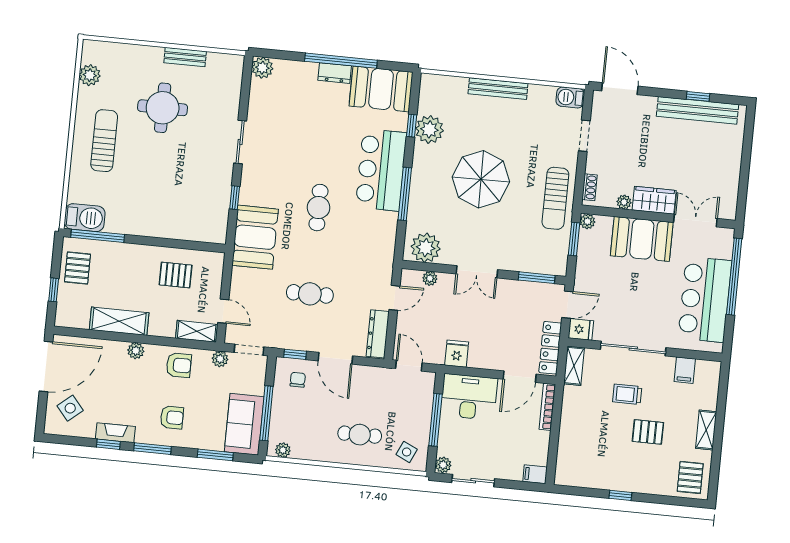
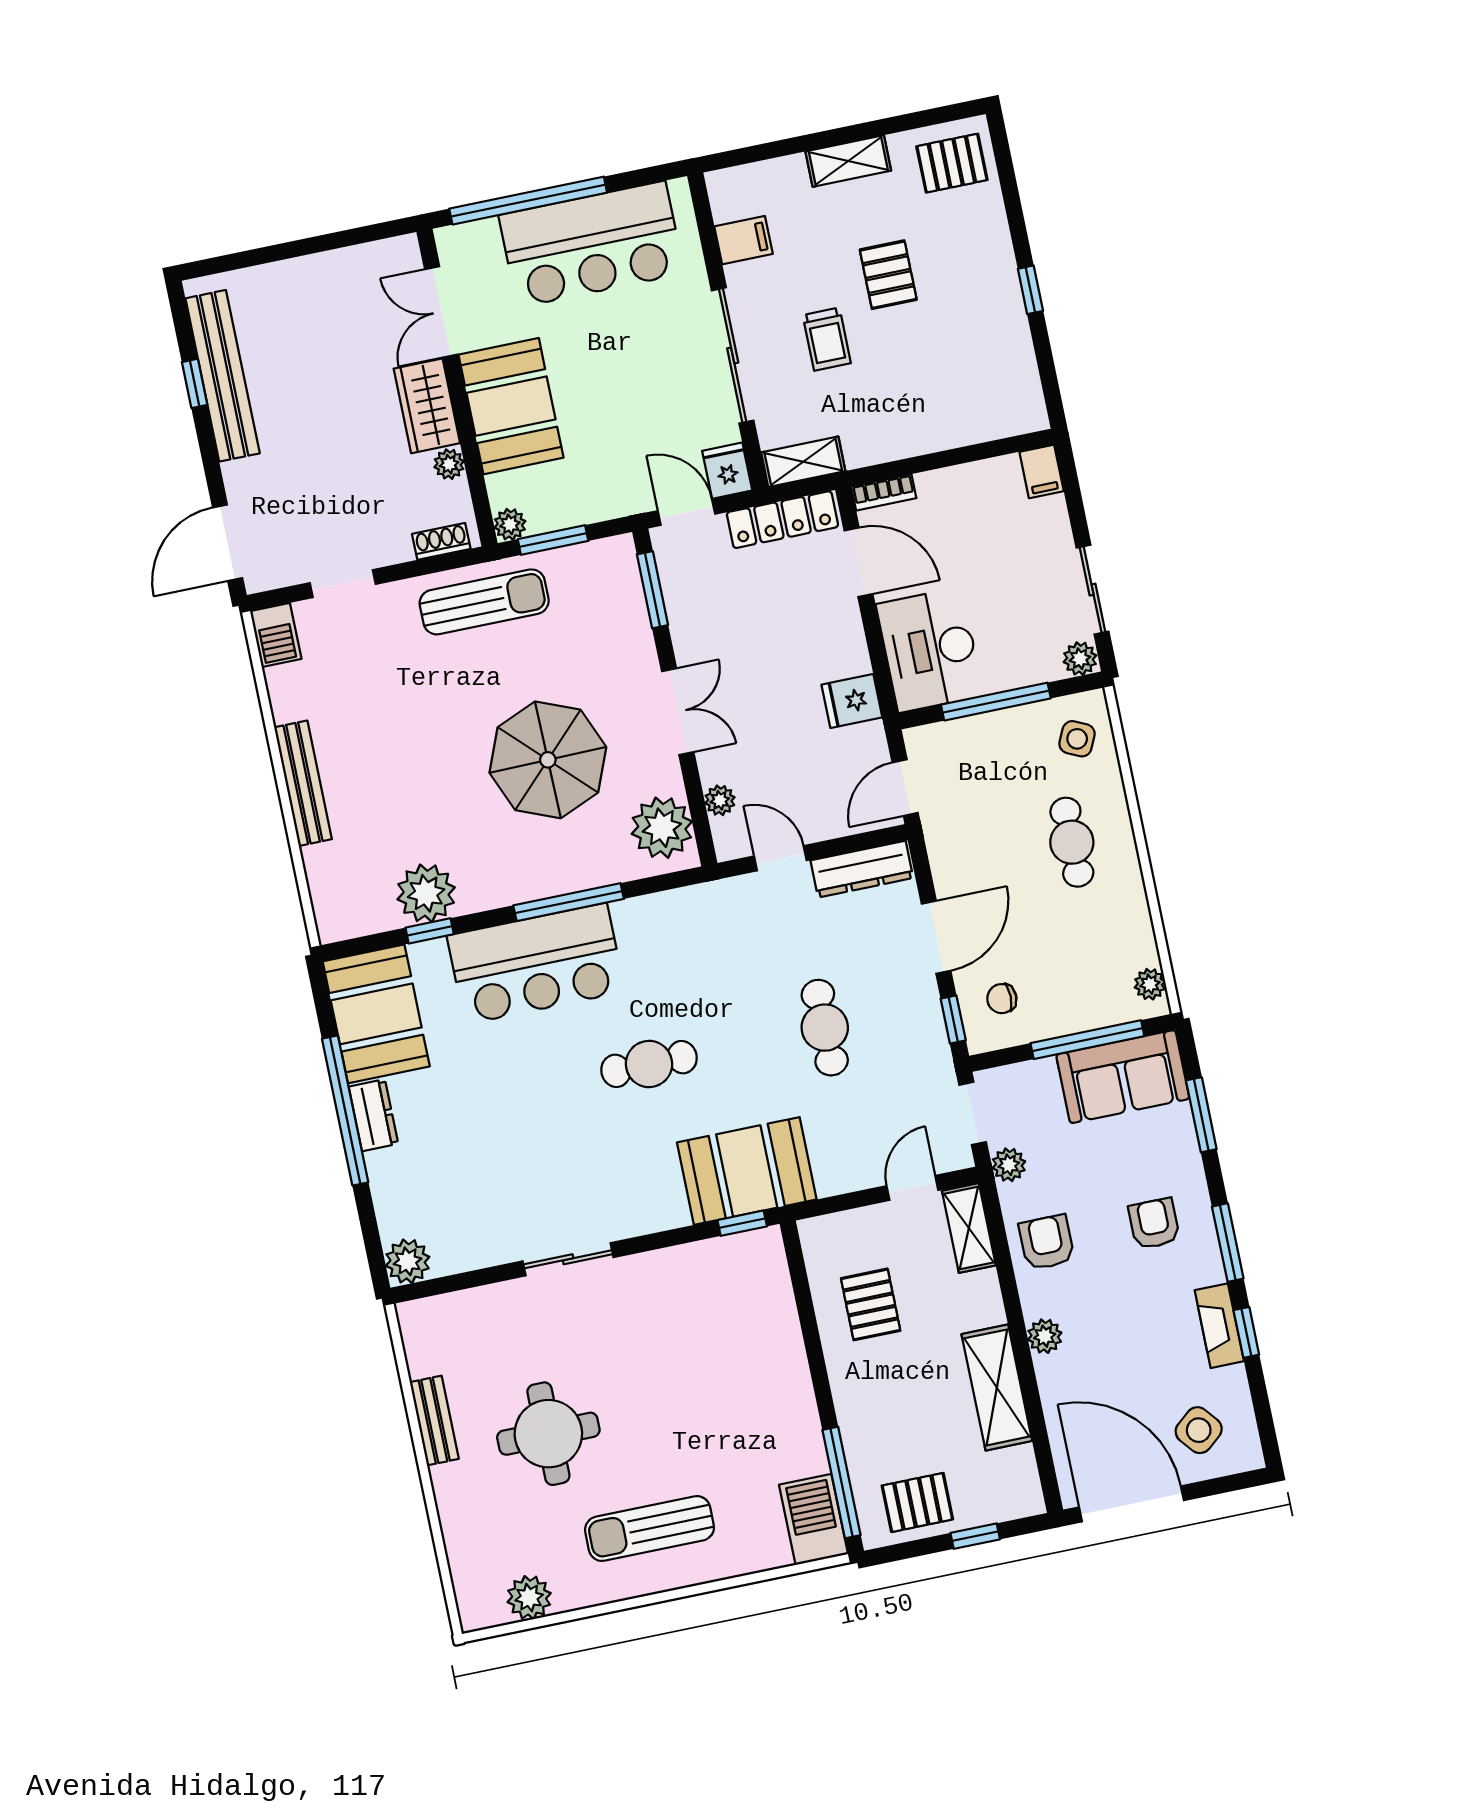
parasol: (481, 179) -> (548, 760), moved
window: (235, 198) -> (742, 1223), moved
bookcase: (547, 407) -> (884, 492), width x0.64

